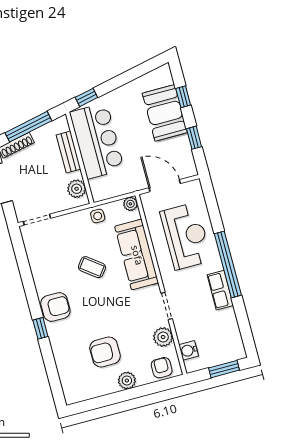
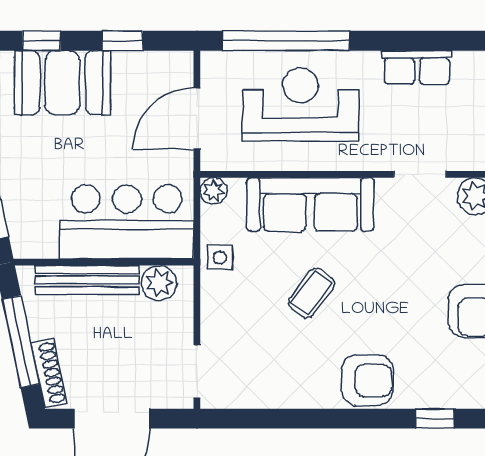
bar counter: (97, 141) -> (127, 222), moved
bench: (68, 152) -> (87, 280), width x1.36
window: (228, 264) -> (286, 41), moved
armchair: (55, 307) -> (367, 380), turned 90
window: (40, 328) -> (435, 419), moved

